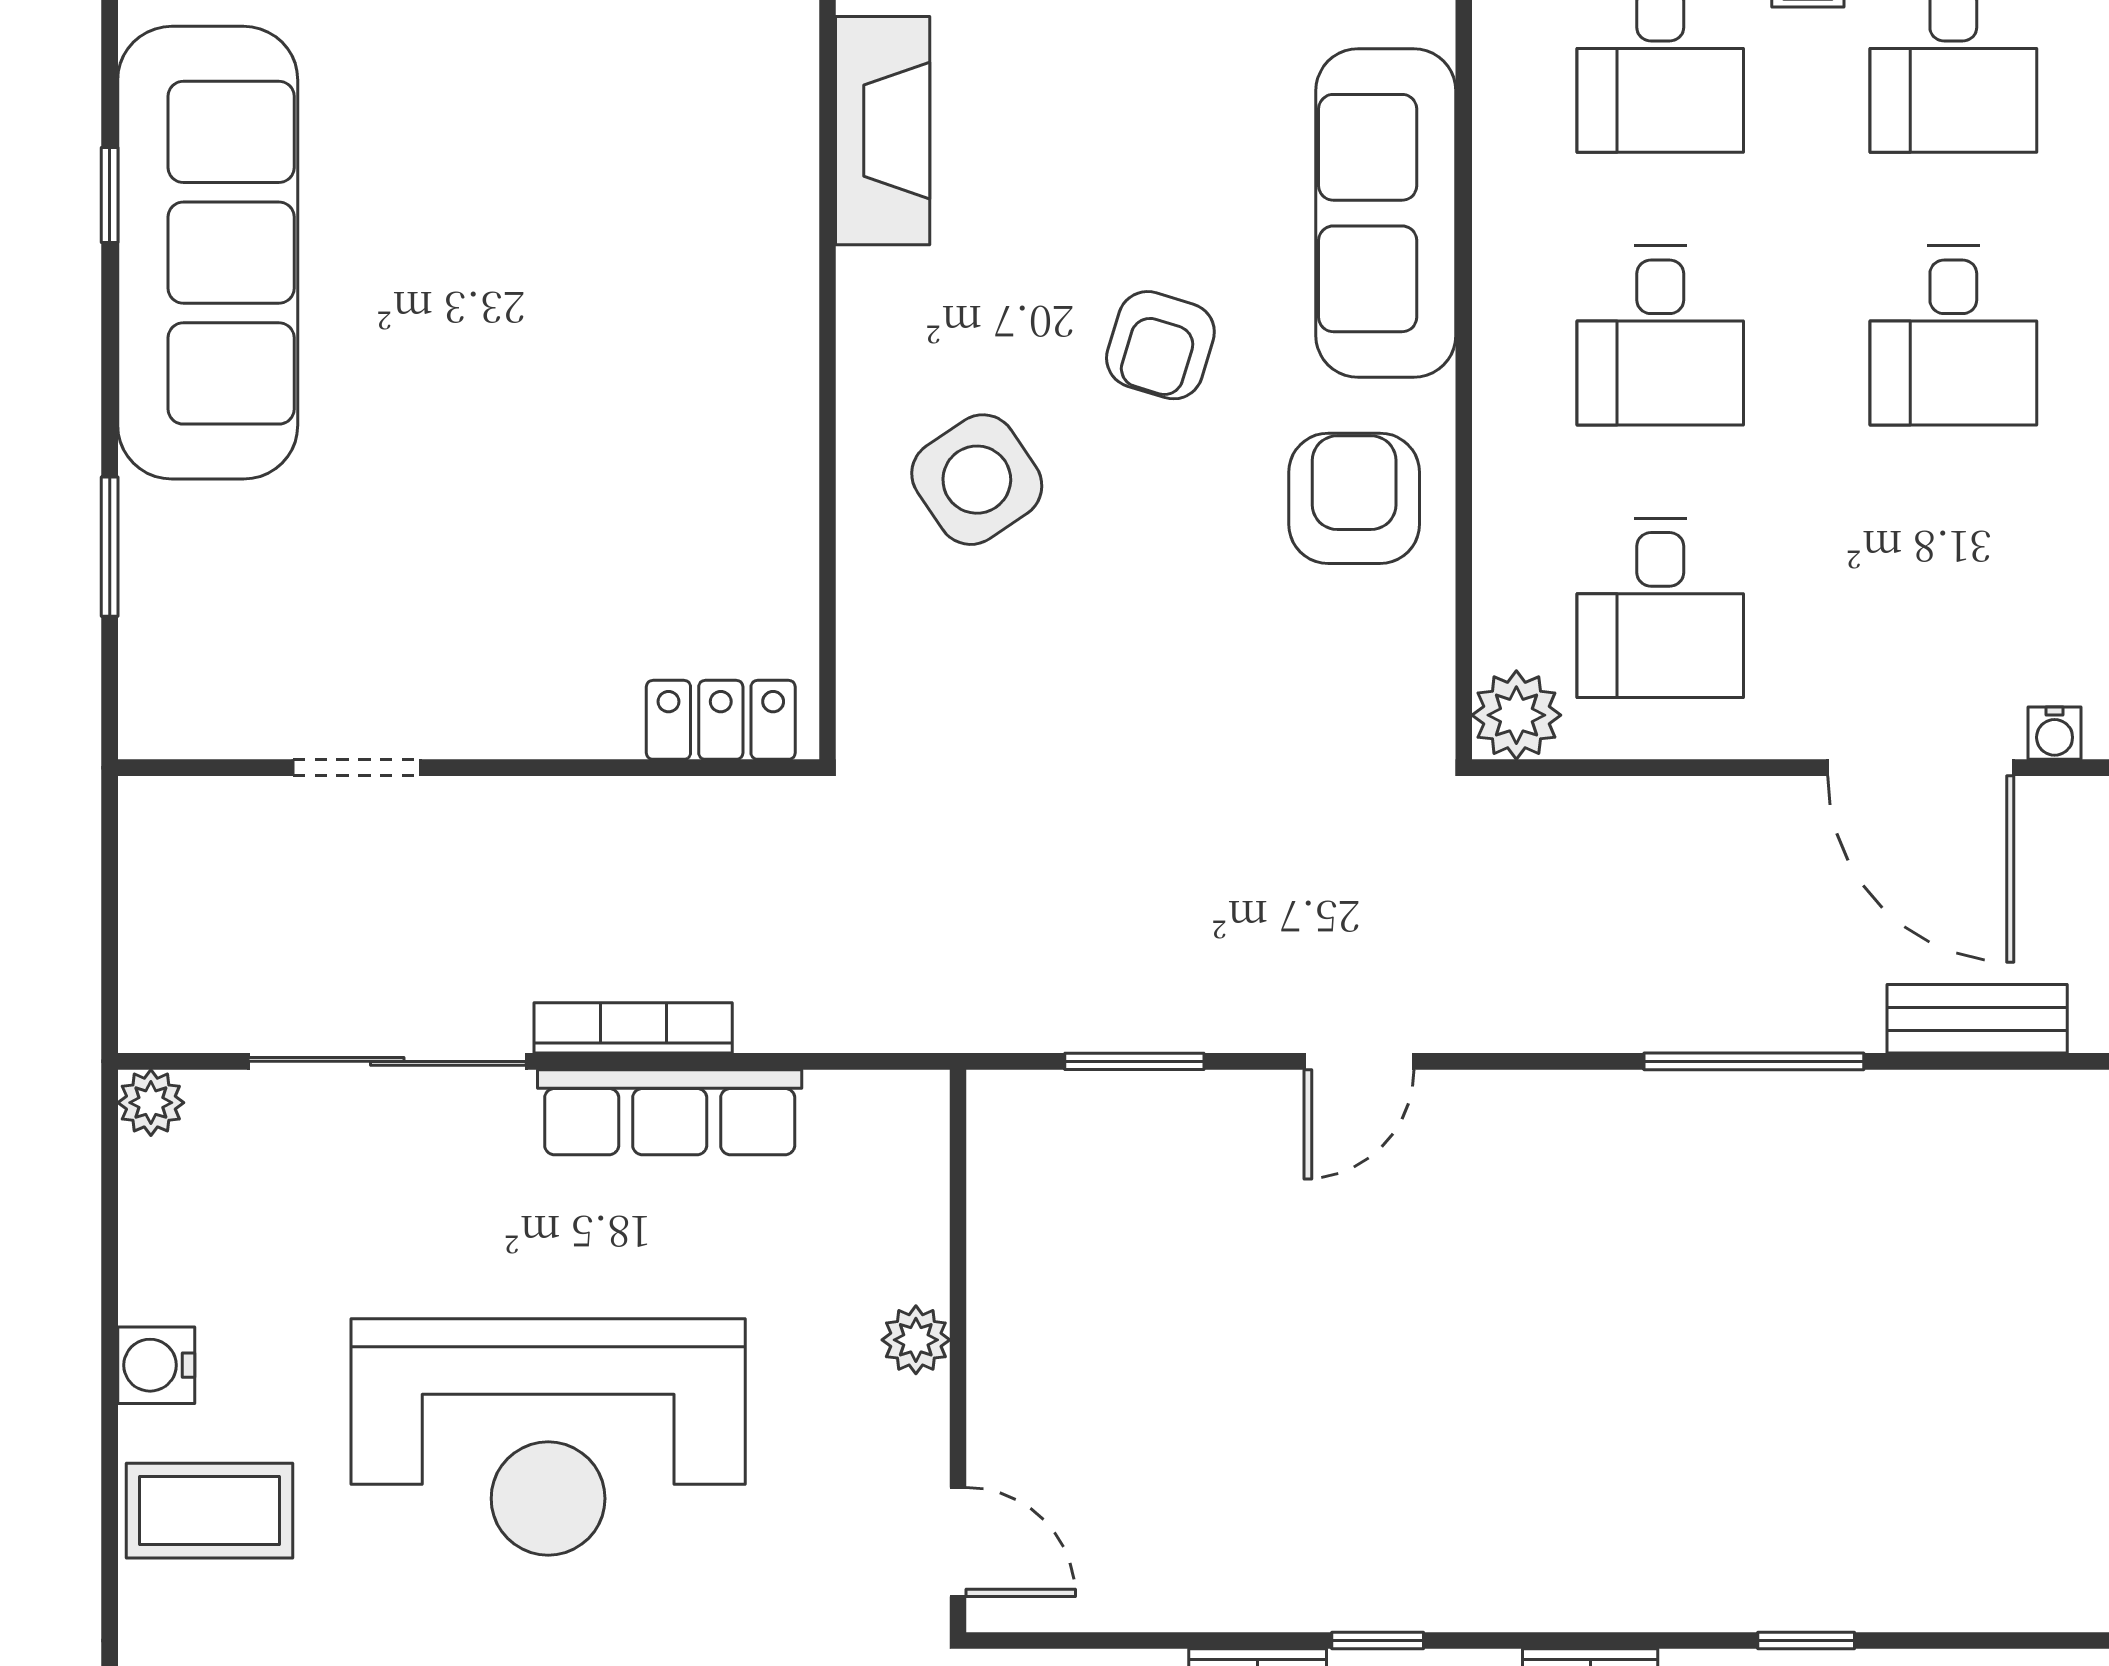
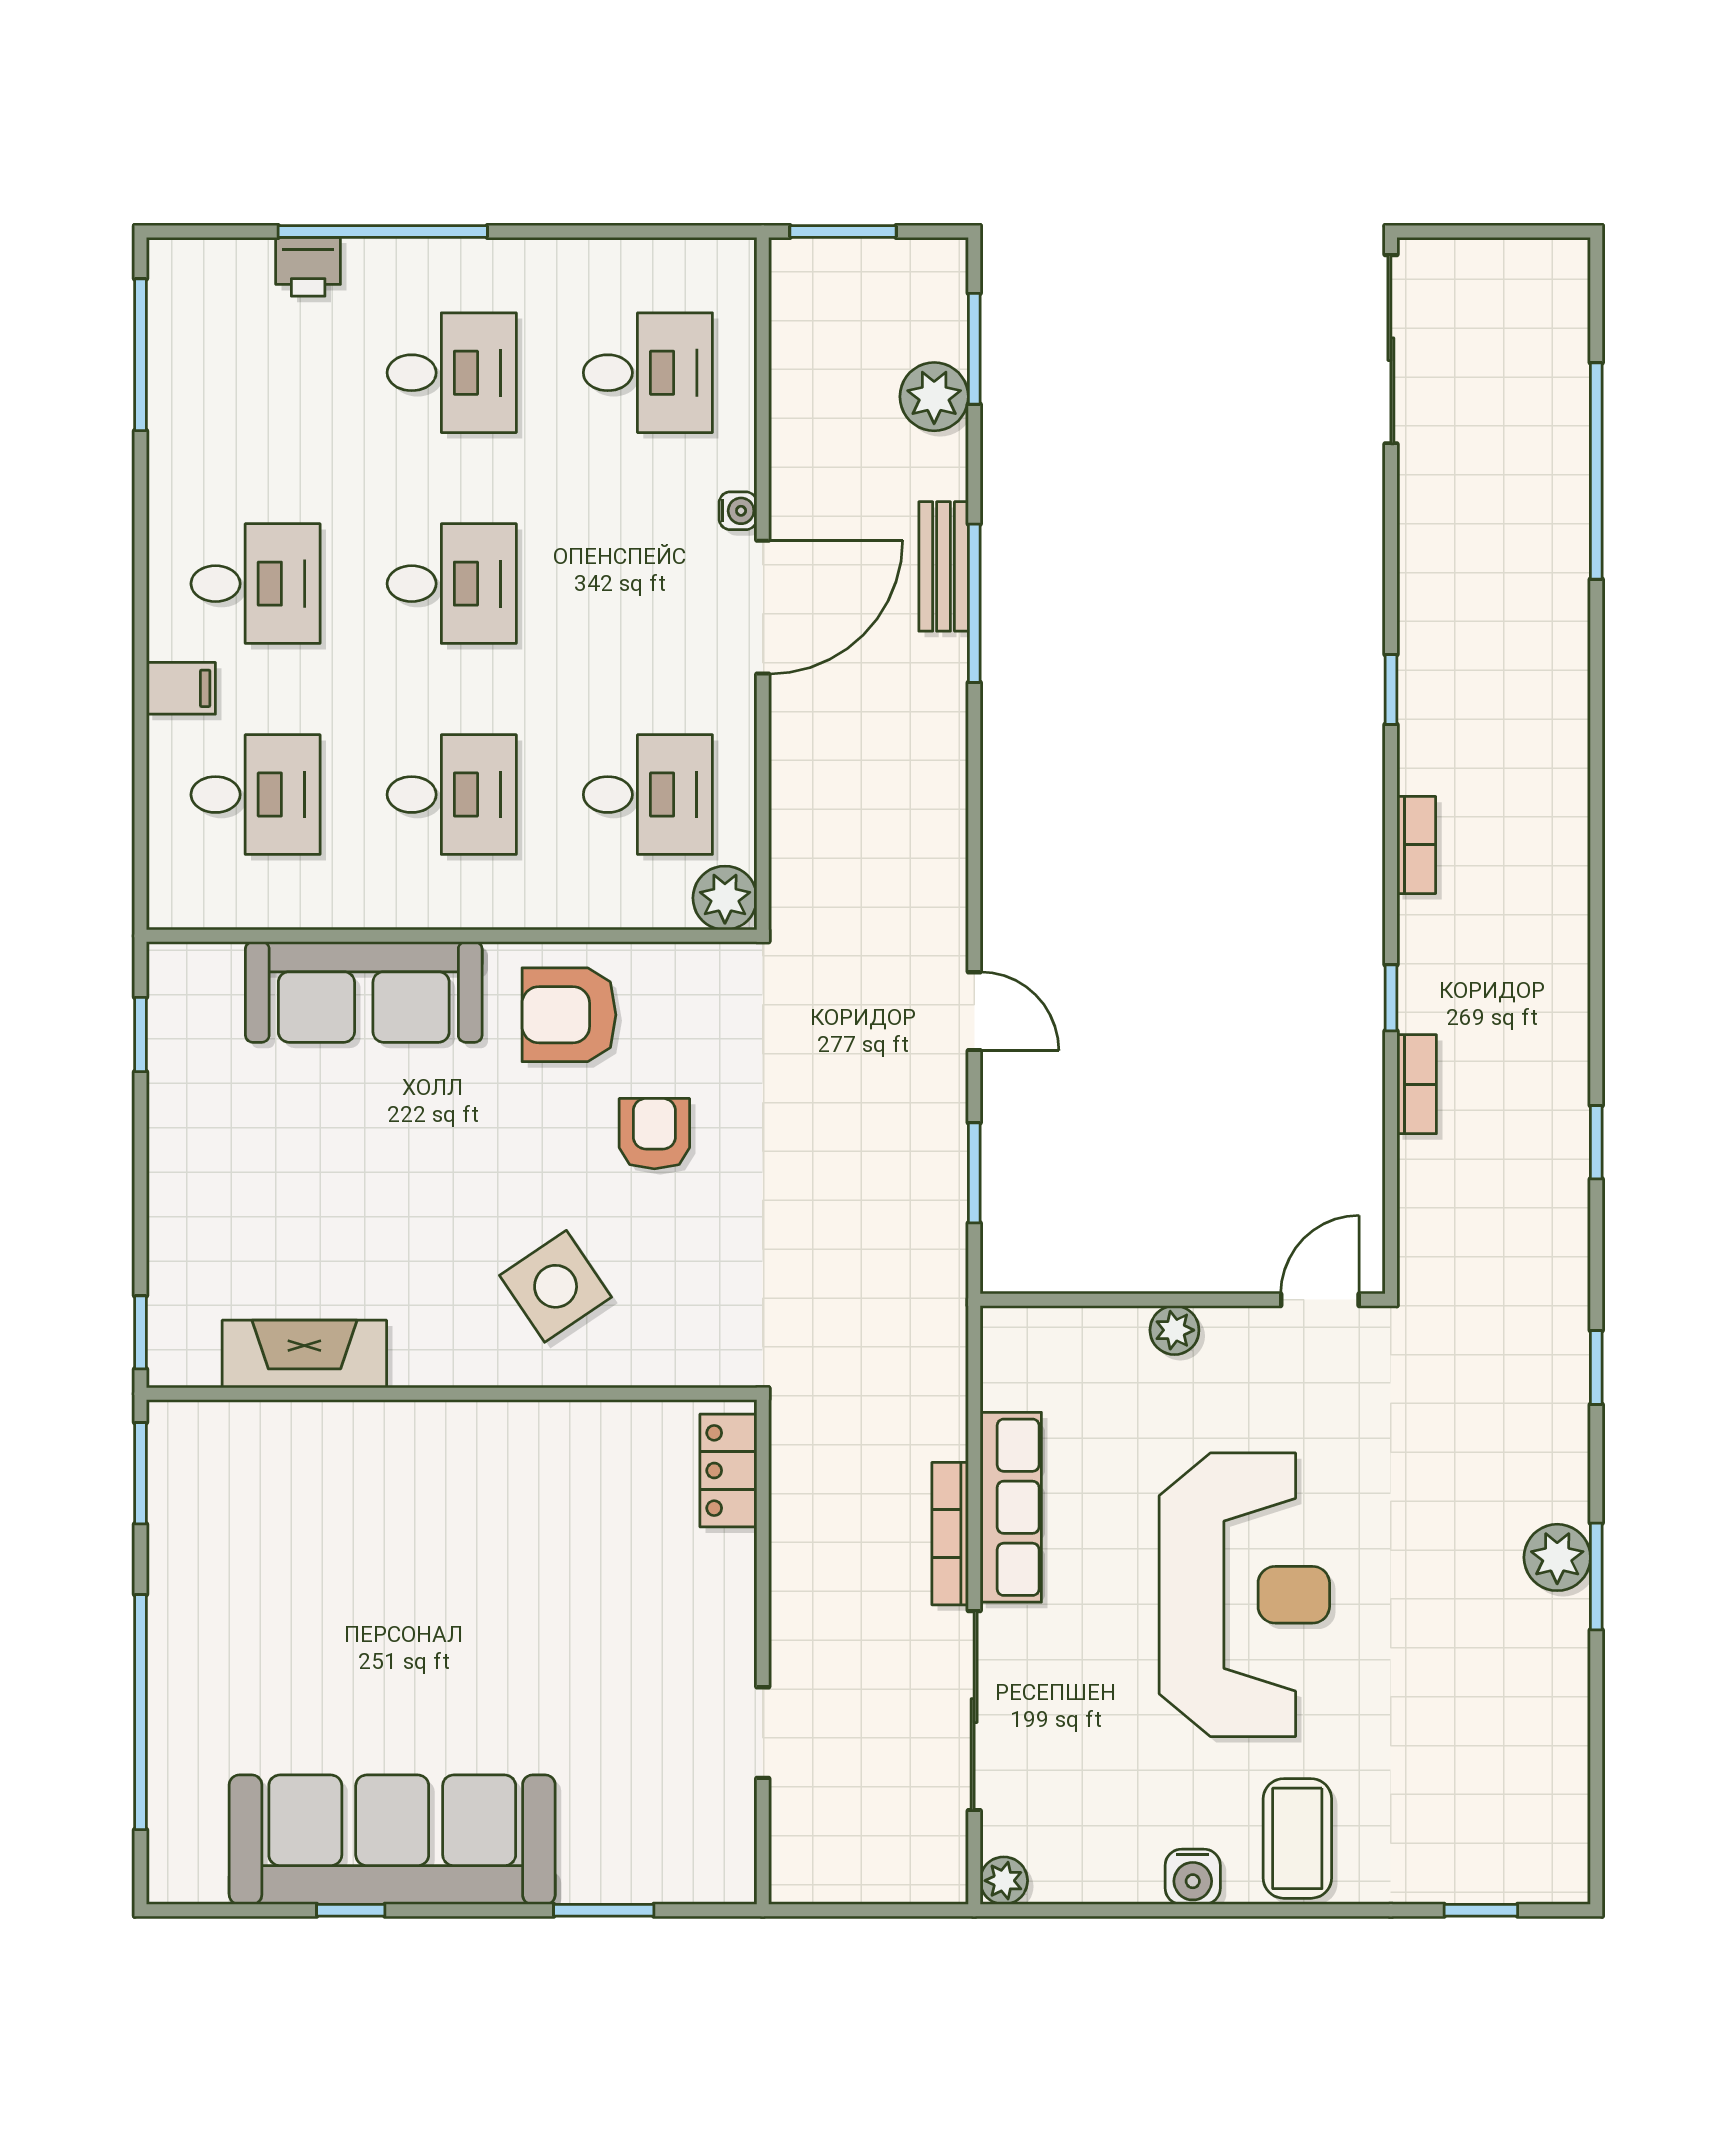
armchair: (1160, 345) -> (654, 1134), moved, turned -107
window: (1754, 1061) -> (974, 603), moved

